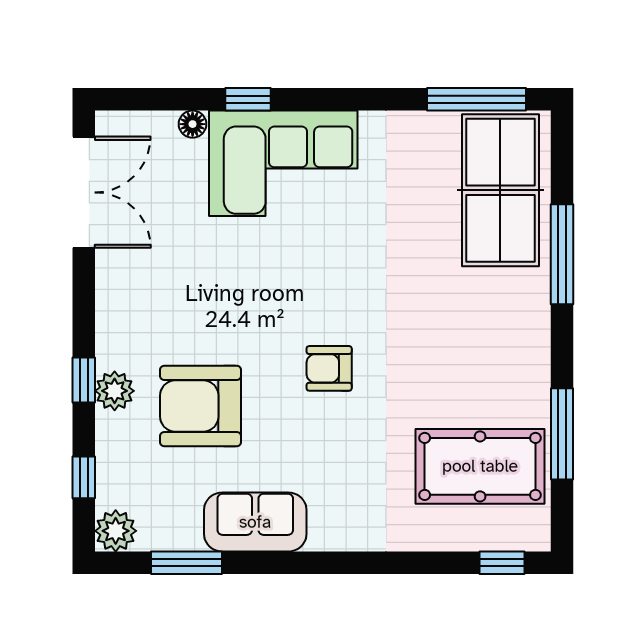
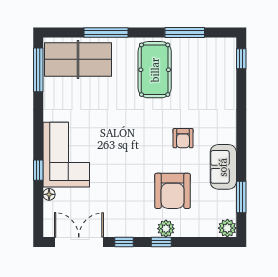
armchair: (329, 368) -> (183, 138), moved
pool table: (480, 466) -> (155, 70), moved
window: (84, 477) -> (124, 242), moved

